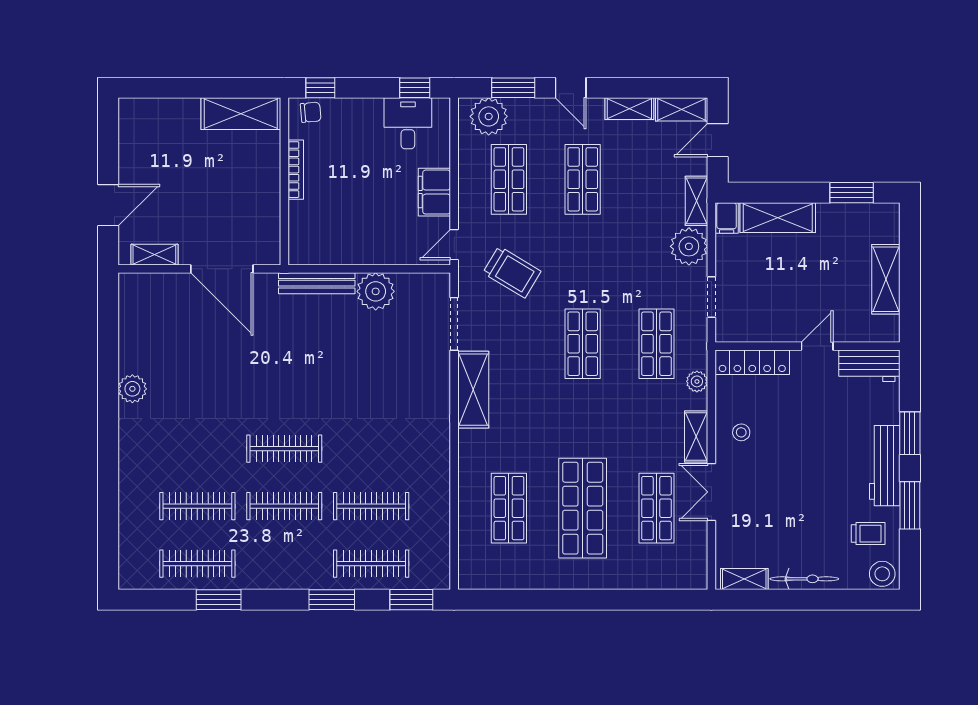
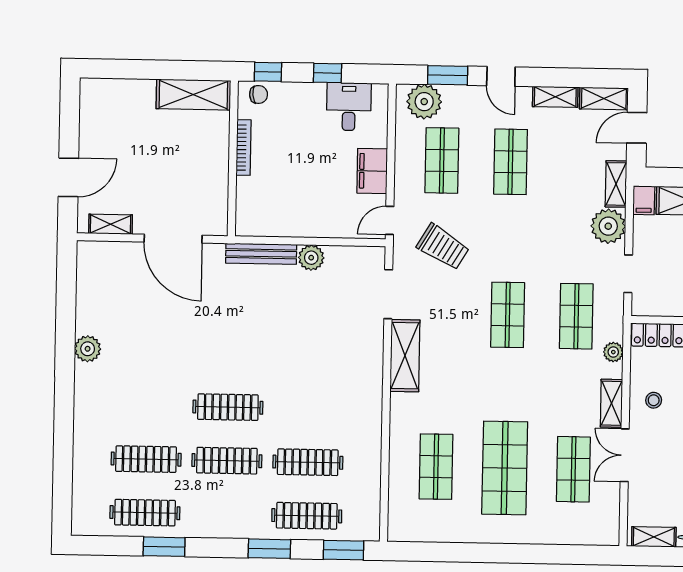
window: (415, 88) -> (328, 73), moved
plant: (376, 291) -> (311, 258), width x0.73, depth x0.73

